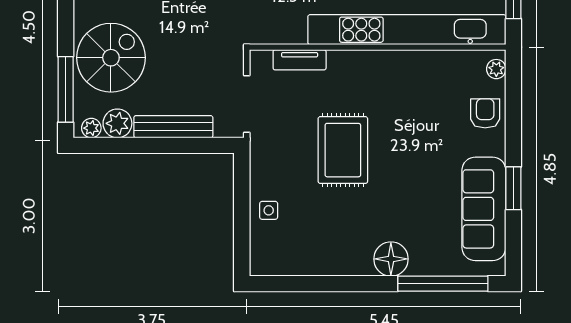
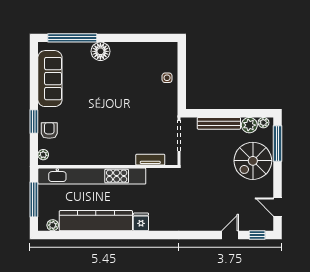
armchair: (485, 113) -> (49, 131), turned 180
rug: (343, 150) -> (127, 111), removed
window: (513, 188) -> (34, 122), moved

